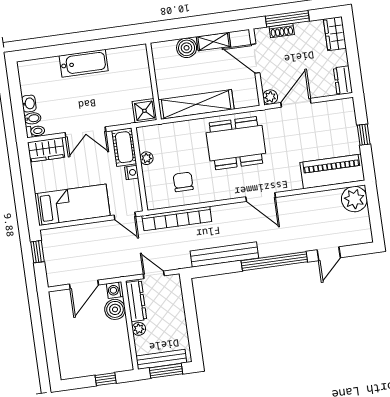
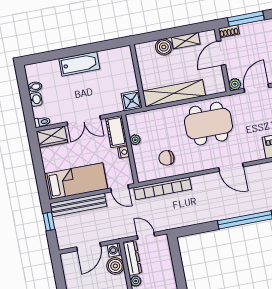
shoe rack: (282, 31) -> (229, 31), moved
door: (255, 59) -> (221, 53), hinge flipped
bidet: (33, 118) -> (35, 87), moved
chair: (183, 182) -> (166, 158), turned -90
bench: (224, 255) -> (78, 205), moved

